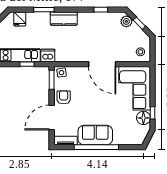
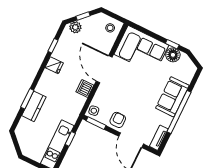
fridge: (20, 19) -> (54, 65), moved
kitchen counter: (64, 19) -> (34, 106), moved
dishwasher: (48, 55) -> (85, 89), moved
door: (102, 64) -> (104, 69), swing flipped
armchair: (64, 97) -> (118, 120), turned 90
sofa: (95, 135) -> (172, 97), moved

